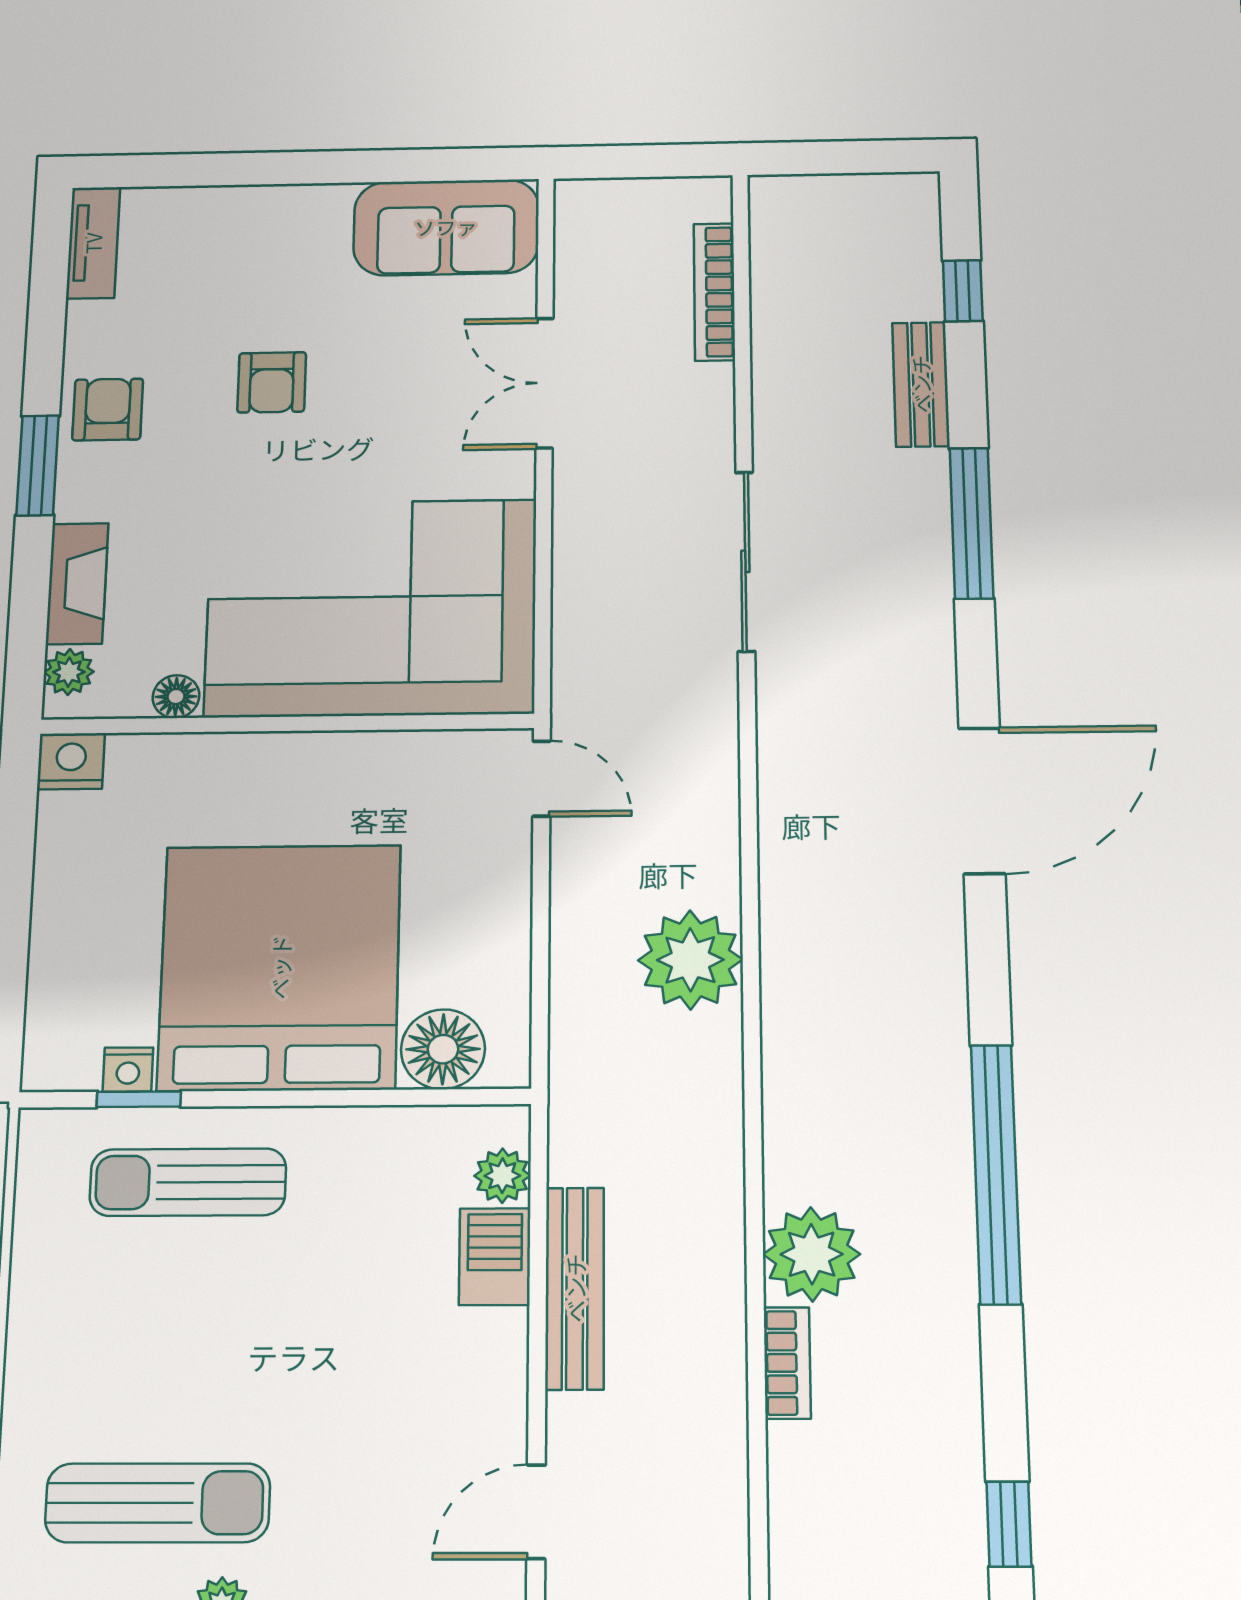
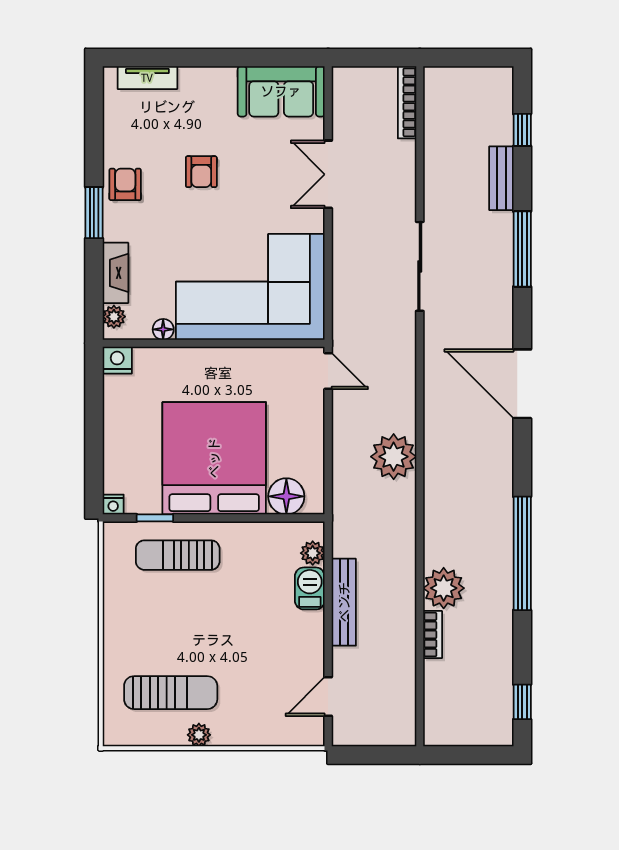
tv unit: (93, 243) -> (147, 78), moved, turned 90
bookcase: (714, 292) -> (407, 102), moved
door: (982, 801) -> (522, 384), swing flipped
nightstand: (128, 1070) -> (113, 505), moved

